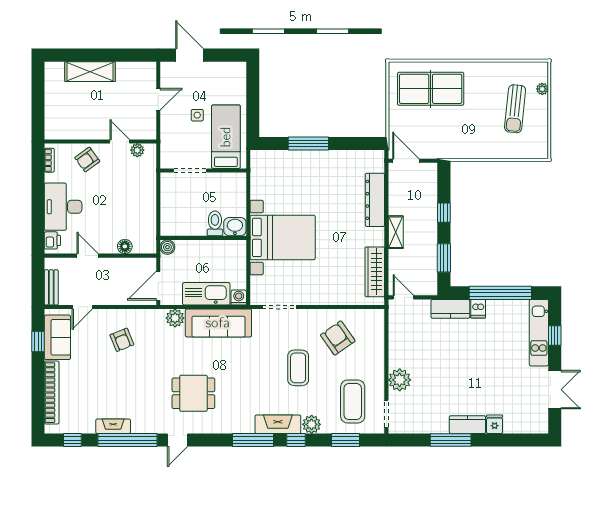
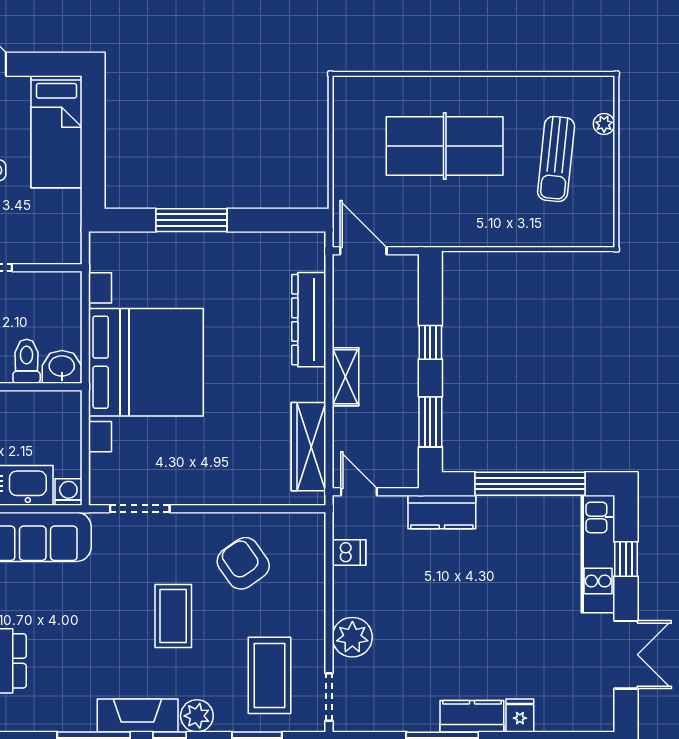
table tennis table: (431, 89) -> (445, 146), moved
bed: (226, 137) -> (57, 132), moved, turned 180
bed with nightstands: (283, 237) -> (146, 362), width x1.36
dishwasher: (478, 309) -> (349, 552), moved, turned -90

